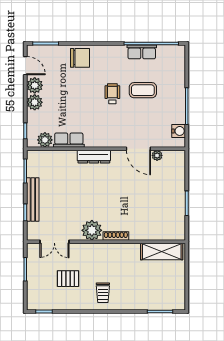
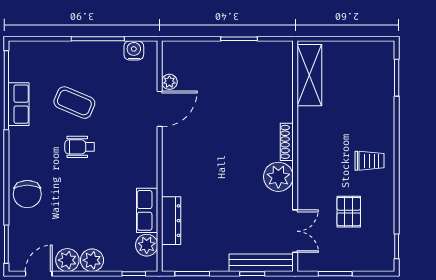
chair: (80, 58) -> (27, 194), turned 180
coffee table: (143, 90) -> (74, 103), turned -67
dresser: (94, 157) -> (171, 221), moved
bench: (33, 199) -> (261, 263), moved

